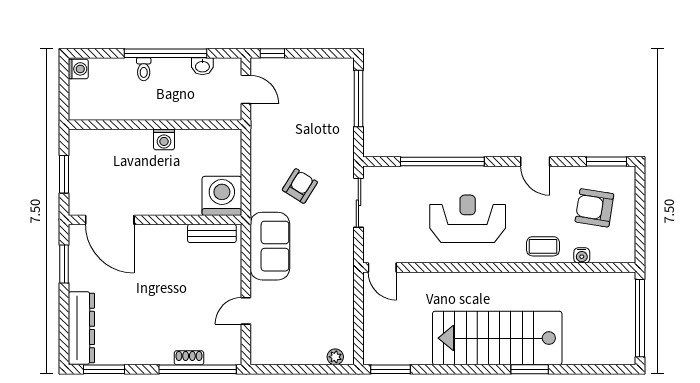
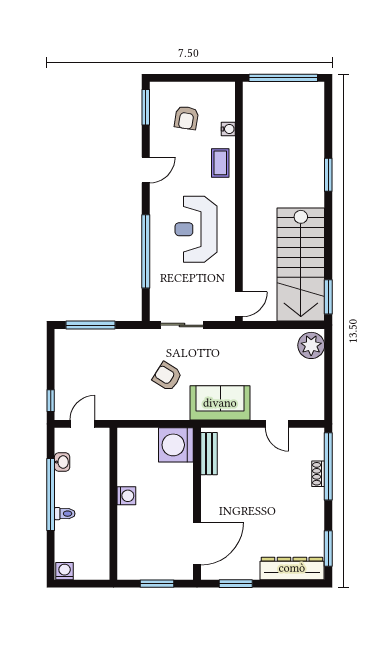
armchair: (594, 208) -> (186, 118), width x0.72, depth x0.72
stairs: (497, 338) -> (301, 264), moved
plant: (335, 357) -> (311, 345), width x1.88, depth x1.88

